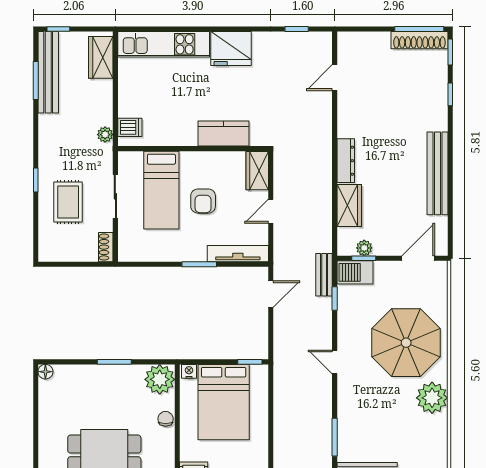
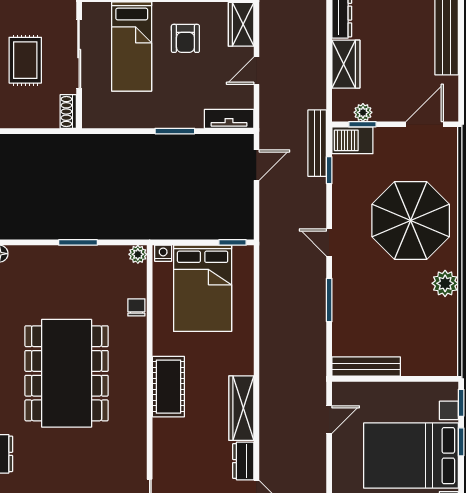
sliding door: (115, 196) -> (79, 54), width x1.37
armchair: (203, 201) -> (185, 38), moved
tv unit: (238, 254) -> (229, 119), width x0.71
bench: (324, 275) -> (317, 143), width x1.36
plant: (160, 379) -> (138, 254), width x0.53, depth x0.53
plant: (432, 398) -> (445, 283), width x0.73, depth x0.73
window: (335, 437) -> (329, 300), moved

